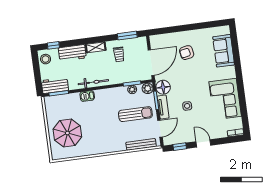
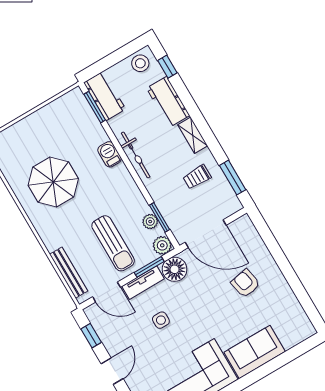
sofa: (224, 51) -> (255, 352), moved
parasol: (67, 133) -> (53, 182), moved

